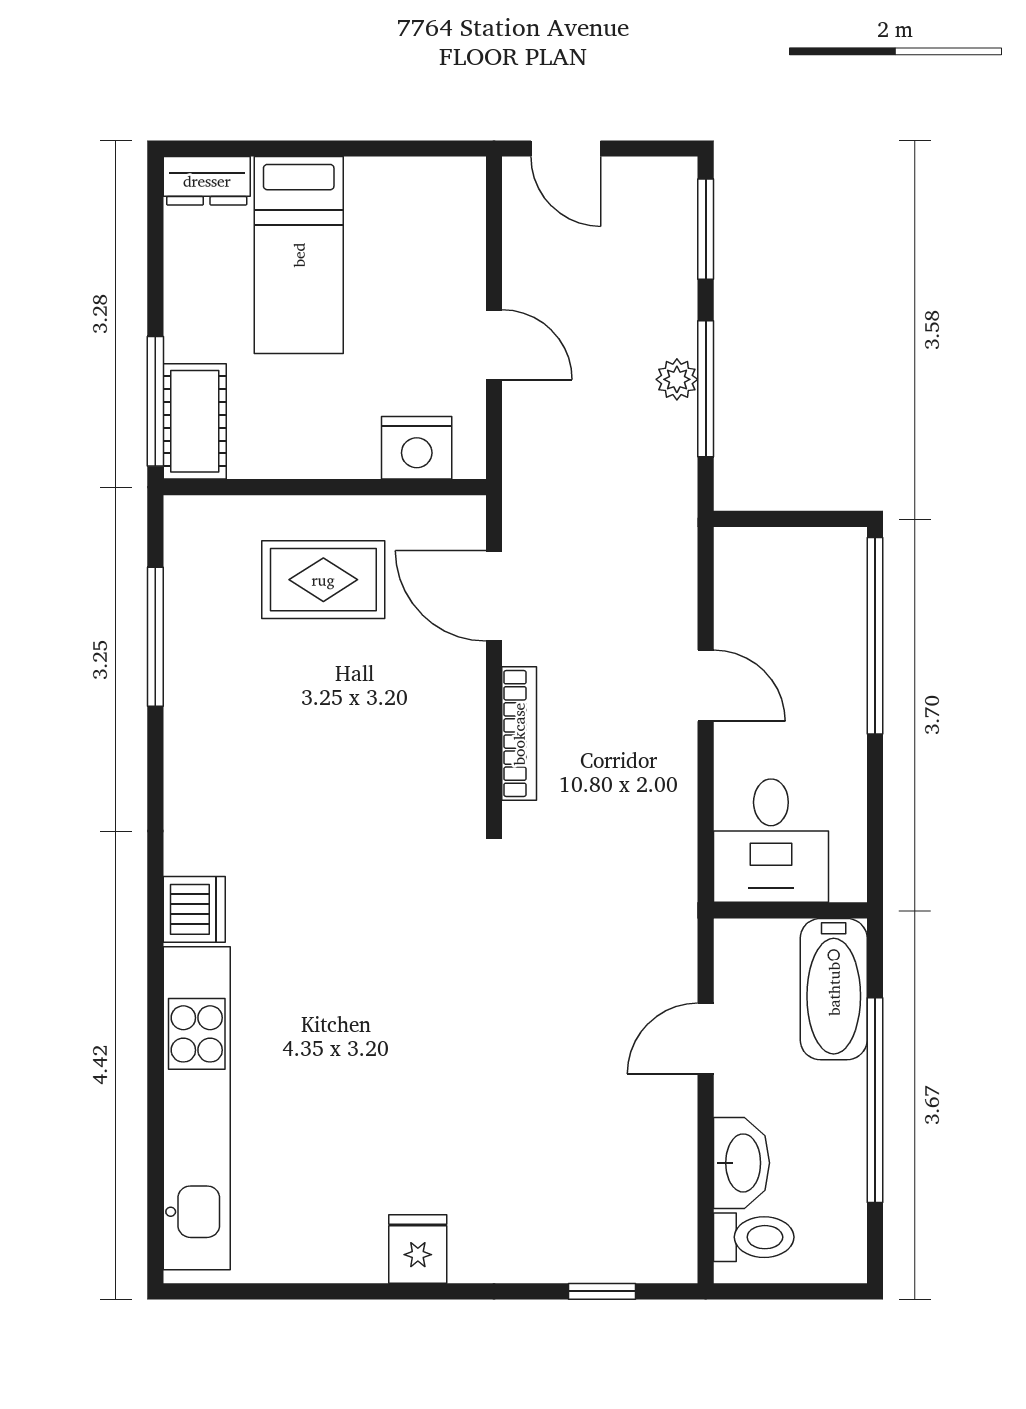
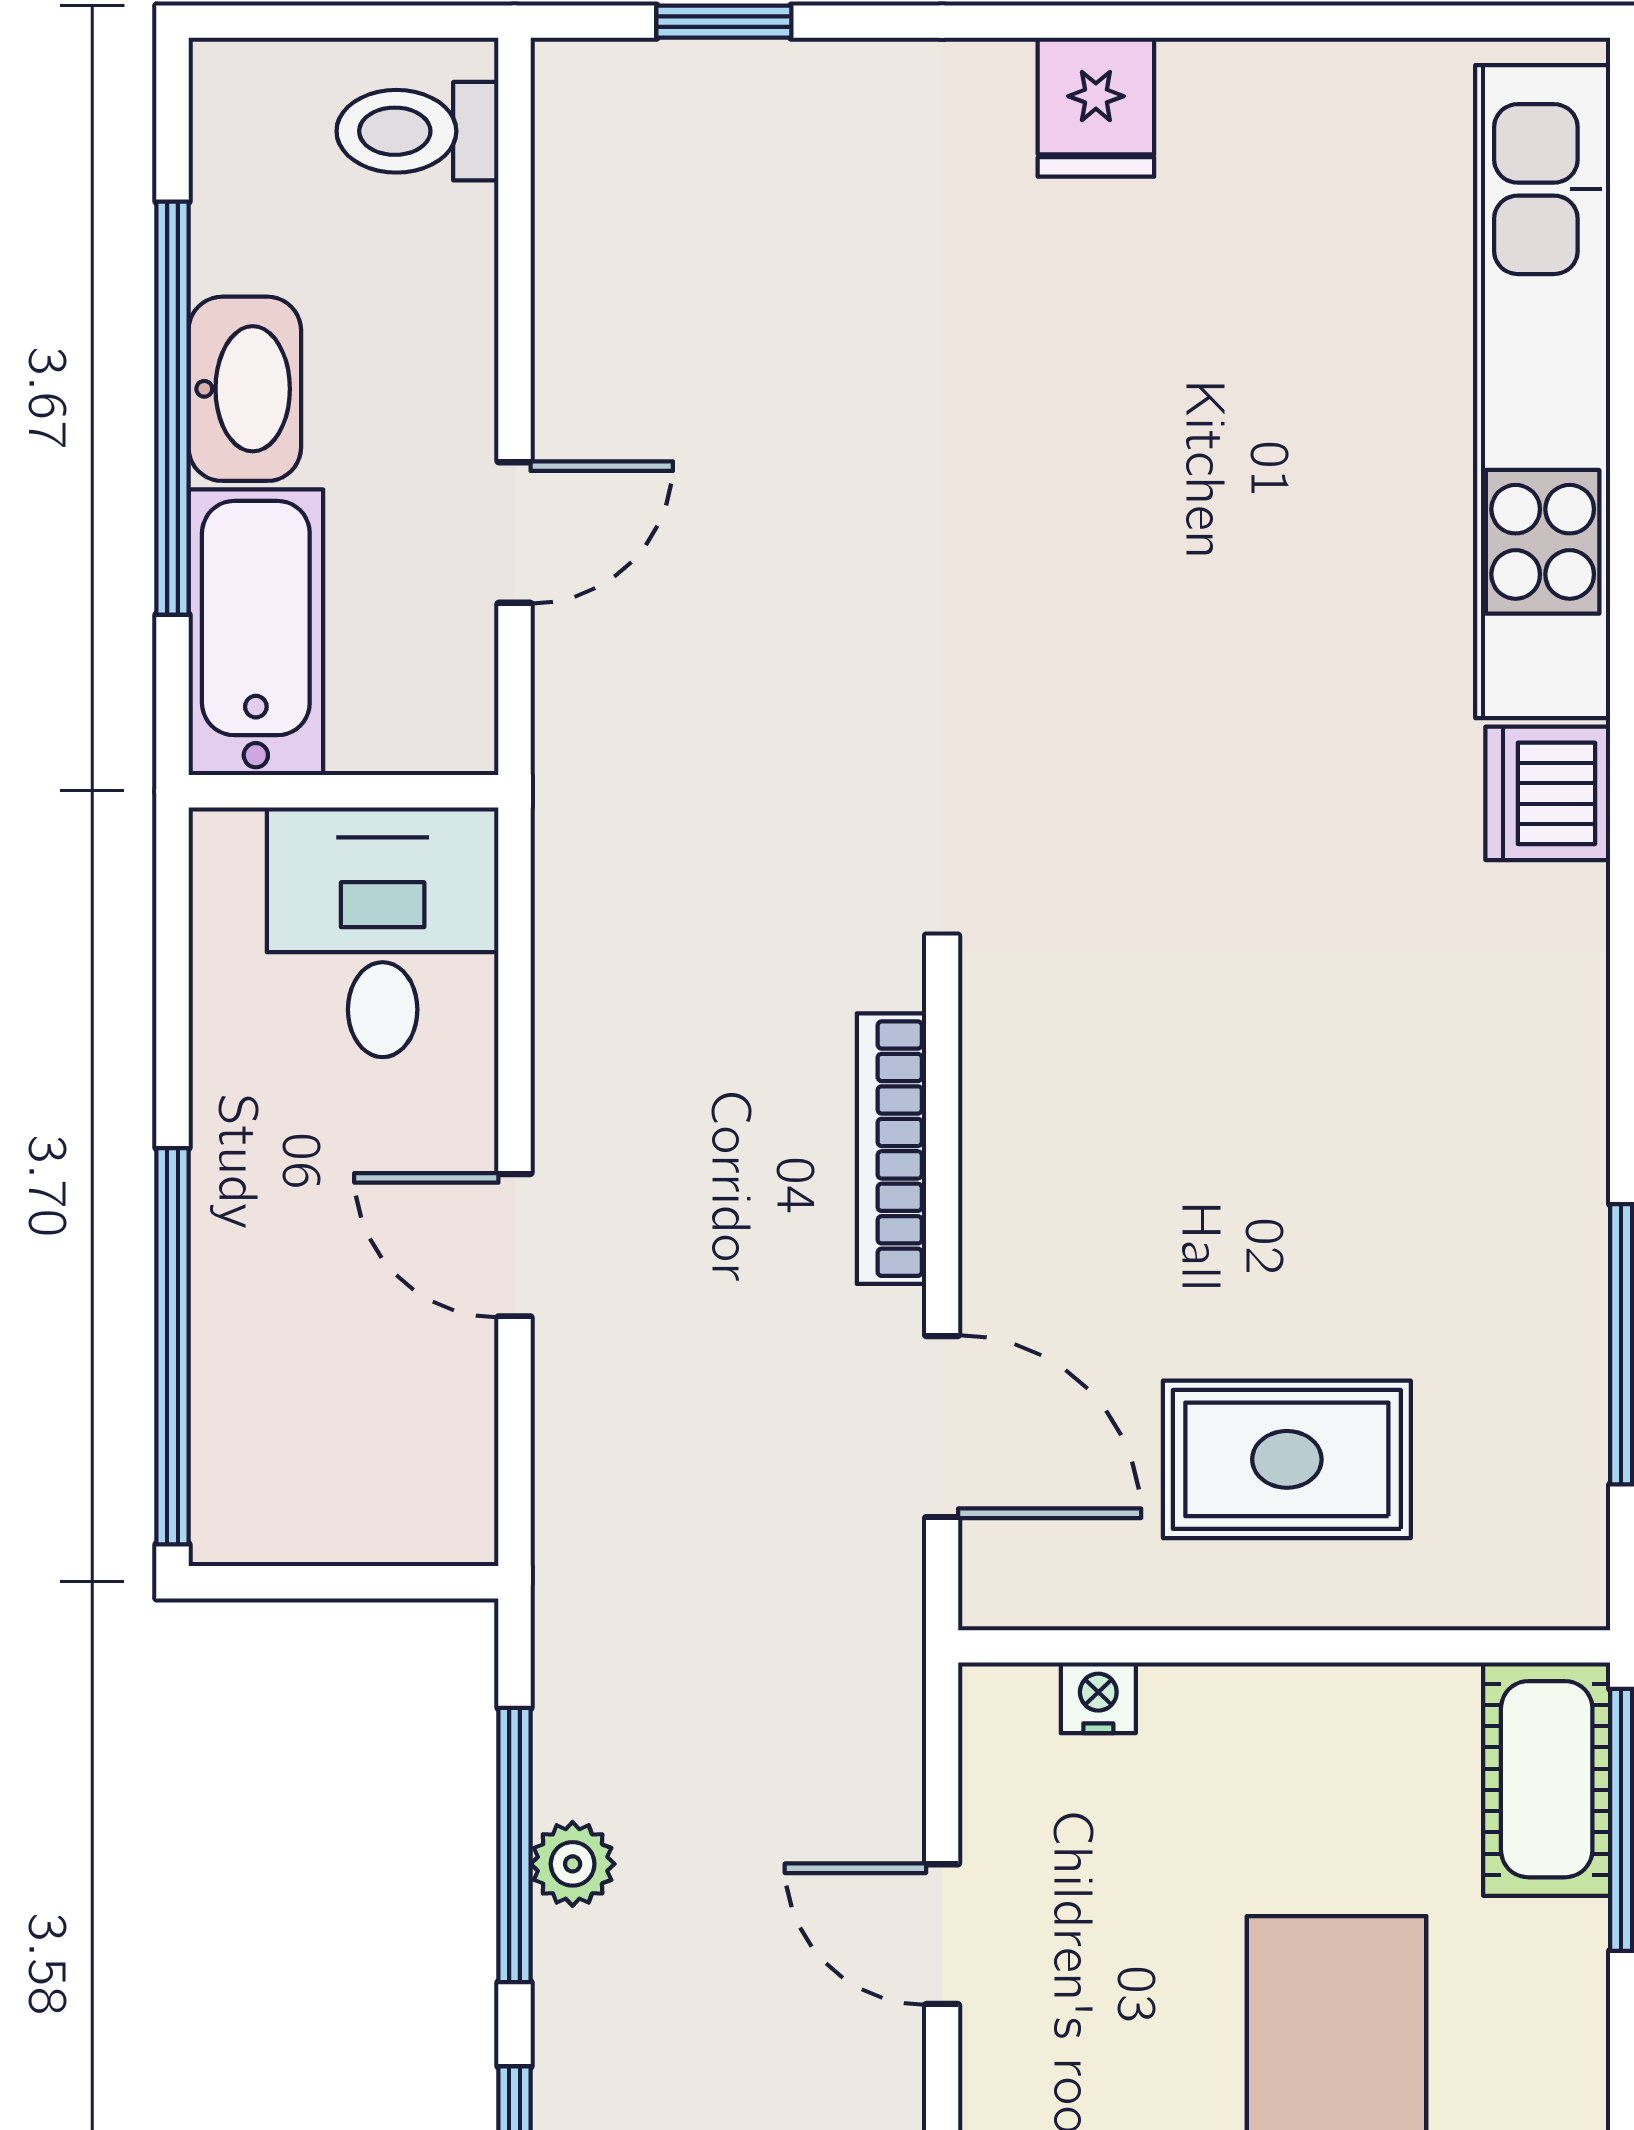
nightstand: (417, 448) -> (1098, 1698), width x0.53, depth x0.56
washbasin: (741, 1163) -> (245, 389), moved, turned 180

